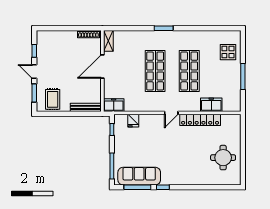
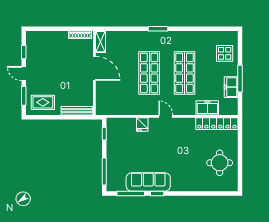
door: (102, 67) -> (94, 68), swing flipped
rug: (53, 99) -> (43, 102), turned 90
freezer: (114, 105) -> (231, 87), moved, turned -90
door: (171, 113) -> (166, 116), swing flipped
locker: (200, 120) -> (217, 124), moved
fridge: (133, 121) -> (142, 124), moved
sofa: (139, 176) -> (148, 182), moved

